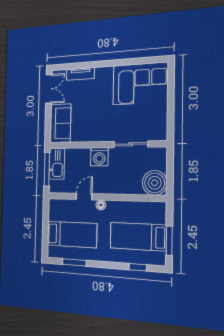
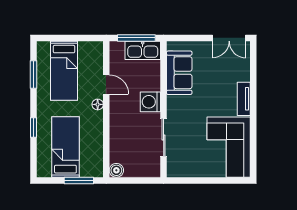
tv unit: (80, 74) -> (244, 99), moved
sofa: (60, 123) -> (179, 73), moved, turned -90
boiler: (155, 183) -> (116, 170), width x0.54, depth x0.54
window: (169, 241) -> (79, 180), moved
window: (138, 267) -> (33, 128), moved

